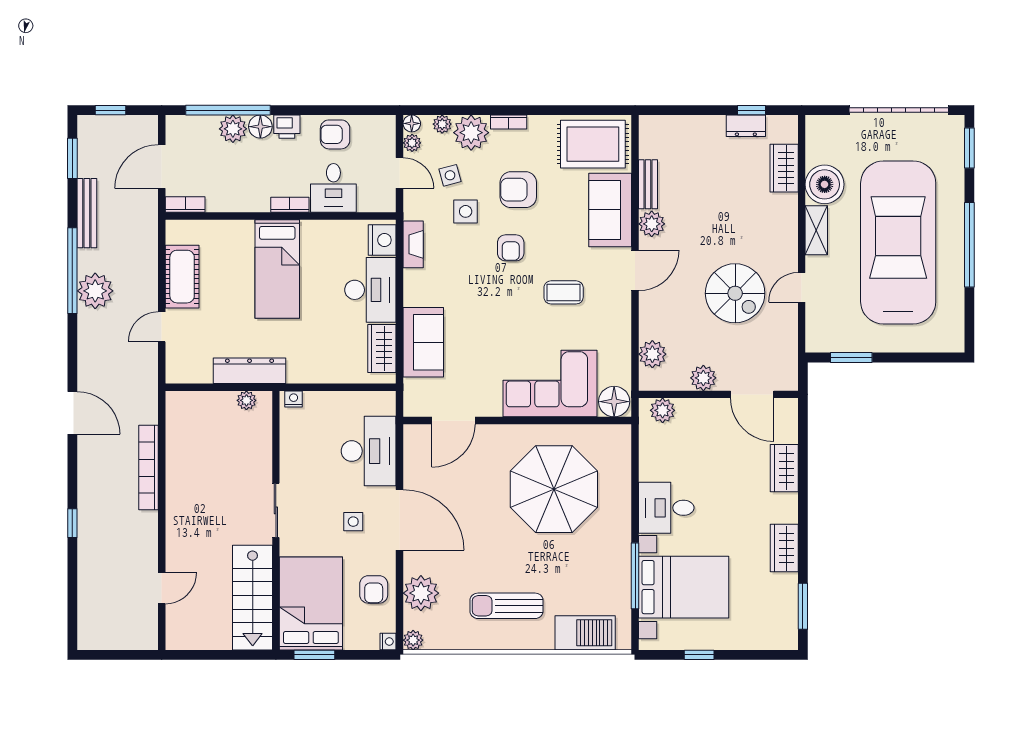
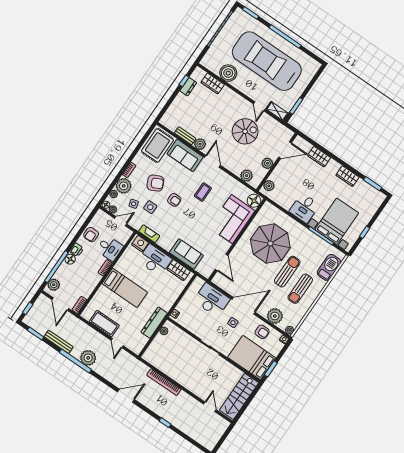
plant: (233, 129) -> (54, 285), moved
armchair: (518, 190) -> (155, 183), turned -116
shelving: (816, 230) -> (277, 111), moved
sun lounger: (522, 558) -> (287, 272), added
stairs: (253, 598) -> (239, 396), moved, turned 90

